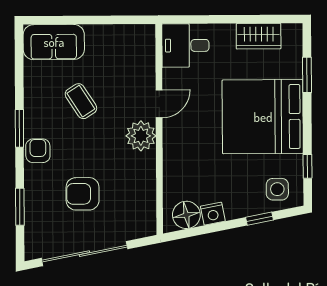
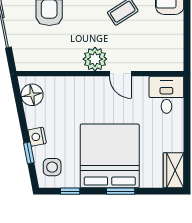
wardrobe: (259, 36) -> (173, 170), moved
window: (307, 75) -> (121, 191), moved
nightstand: (213, 214) -> (37, 137), moved

